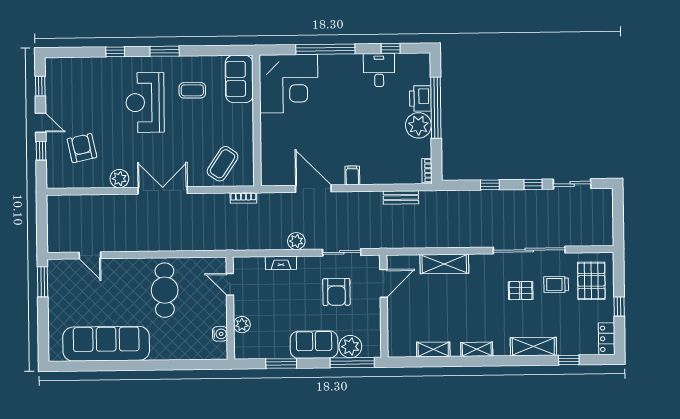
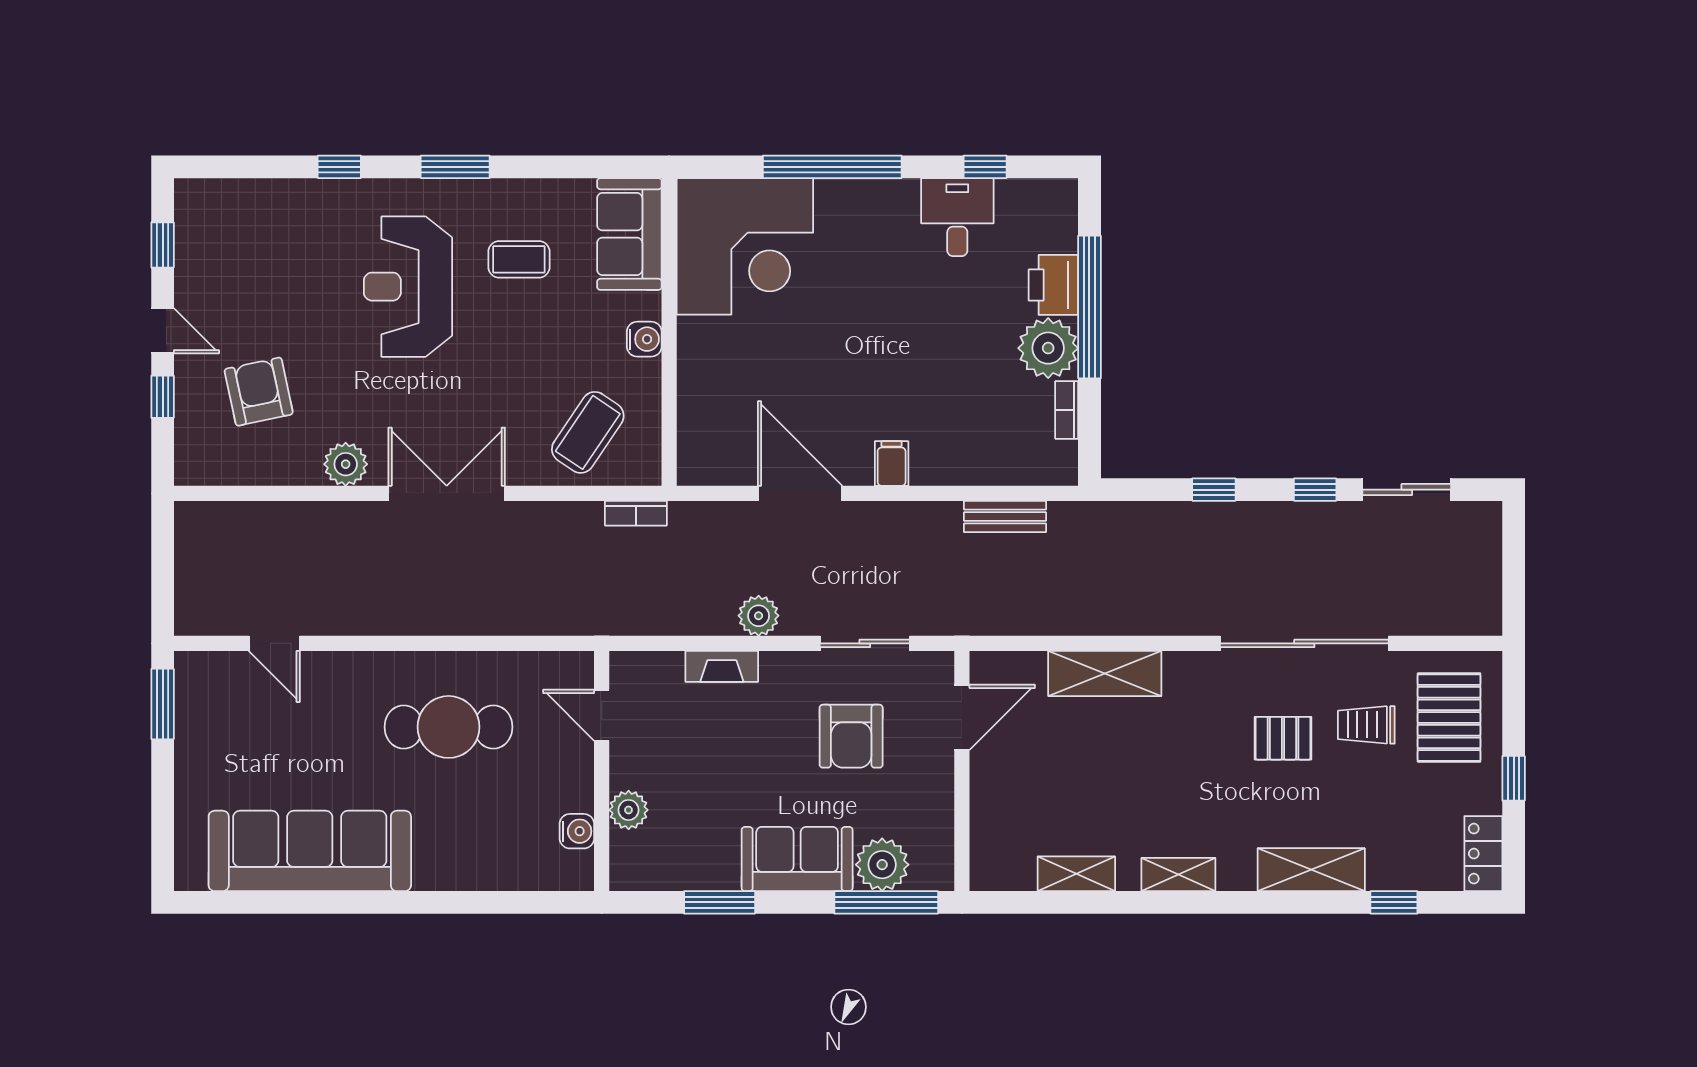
water cooler: (246, 124) -> (644, 339), added
bookcase: (427, 171) -> (1067, 410), moved
cafe table: (165, 290) -> (448, 727), turned 90

